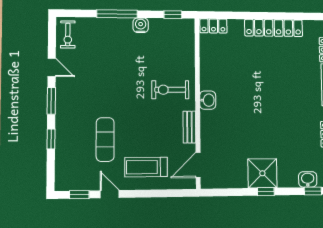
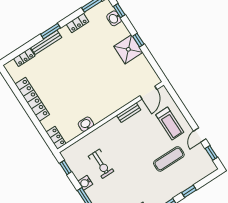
exercise bike: (170, 90) -> (101, 164), moved
washbasin: (208, 100) -> (86, 124), moved
door: (198, 165) -> (148, 93), hinge flipped

